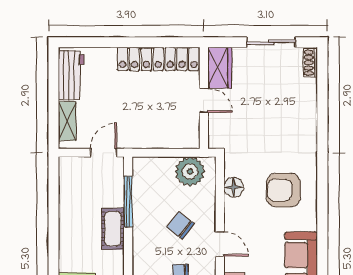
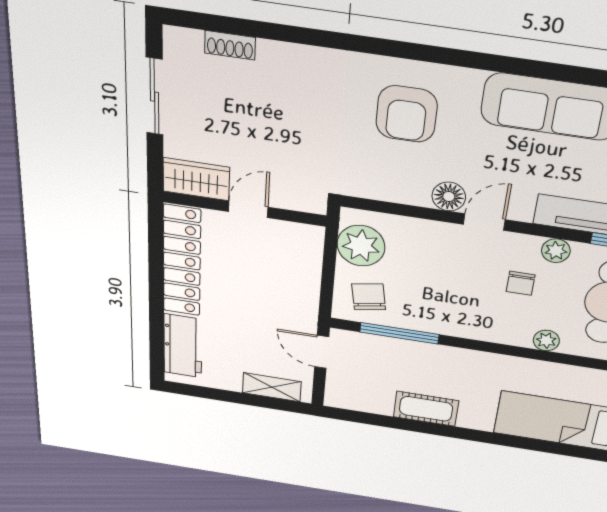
shoe rack: (310, 63) -> (230, 45), moved
workbench: (71, 75) -> (183, 346), moved, turned 90
floor lamp: (234, 187) -> (449, 196), moved
chair: (180, 225) -> (369, 297), moved, turned 133
cot: (113, 229) -> (426, 409), moved

